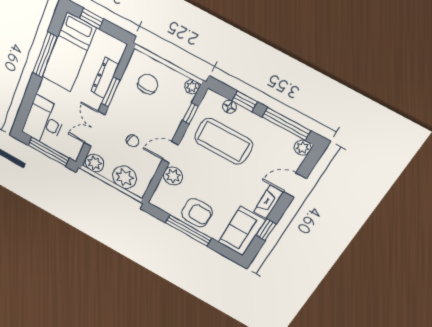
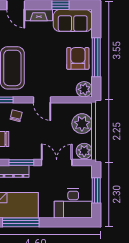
double door: (95, 129) -> (57, 162), swing flipped
chair: (133, 141) -> (16, 116), moved
window: (49, 152) -> (96, 190), width x0.69
plant: (173, 176) -> (84, 89), moved

